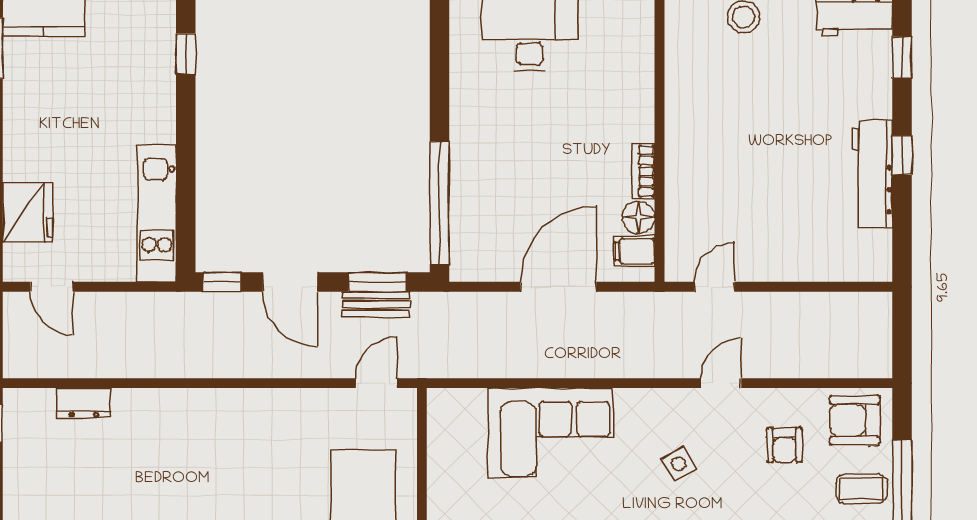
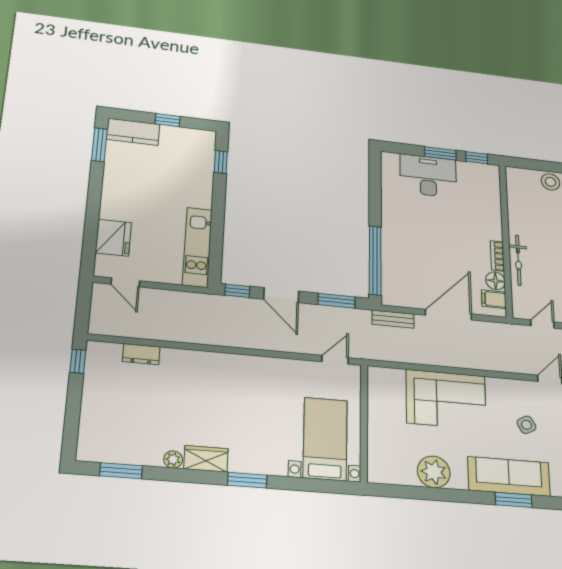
bicycle: (679, 175) -> (518, 260), added
bench: (376, 304) -> (393, 319), moved

